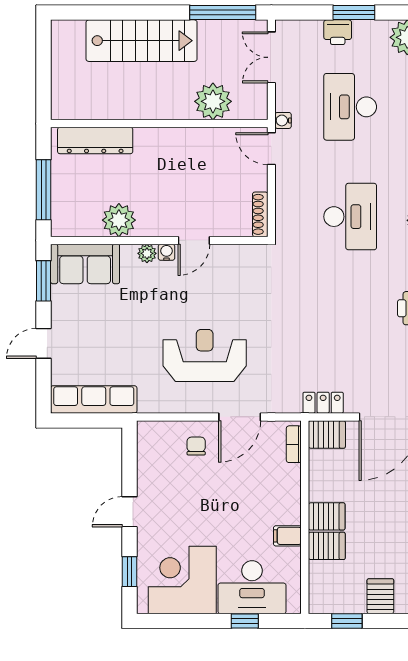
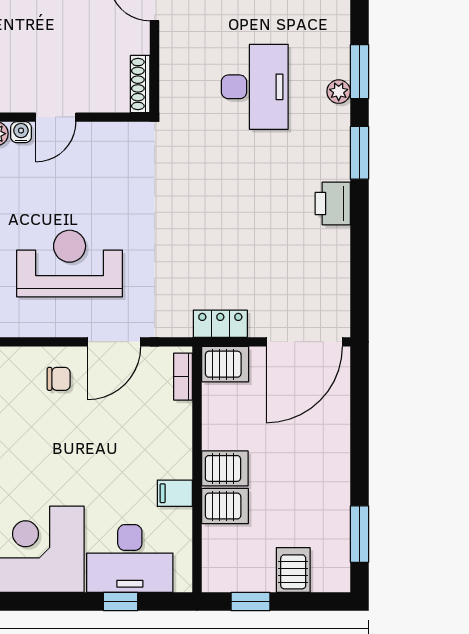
chair: (196, 446) -> (59, 379), turned 90

